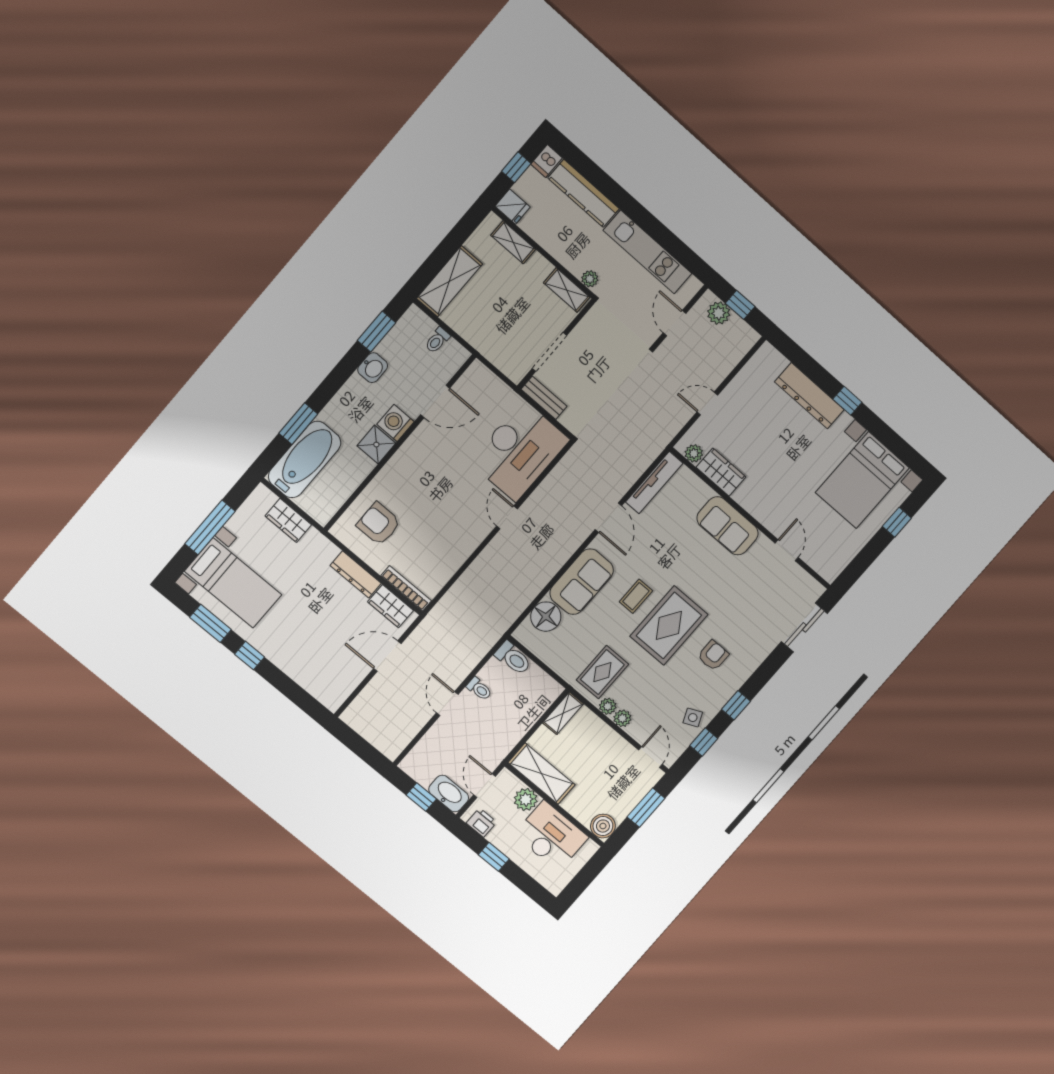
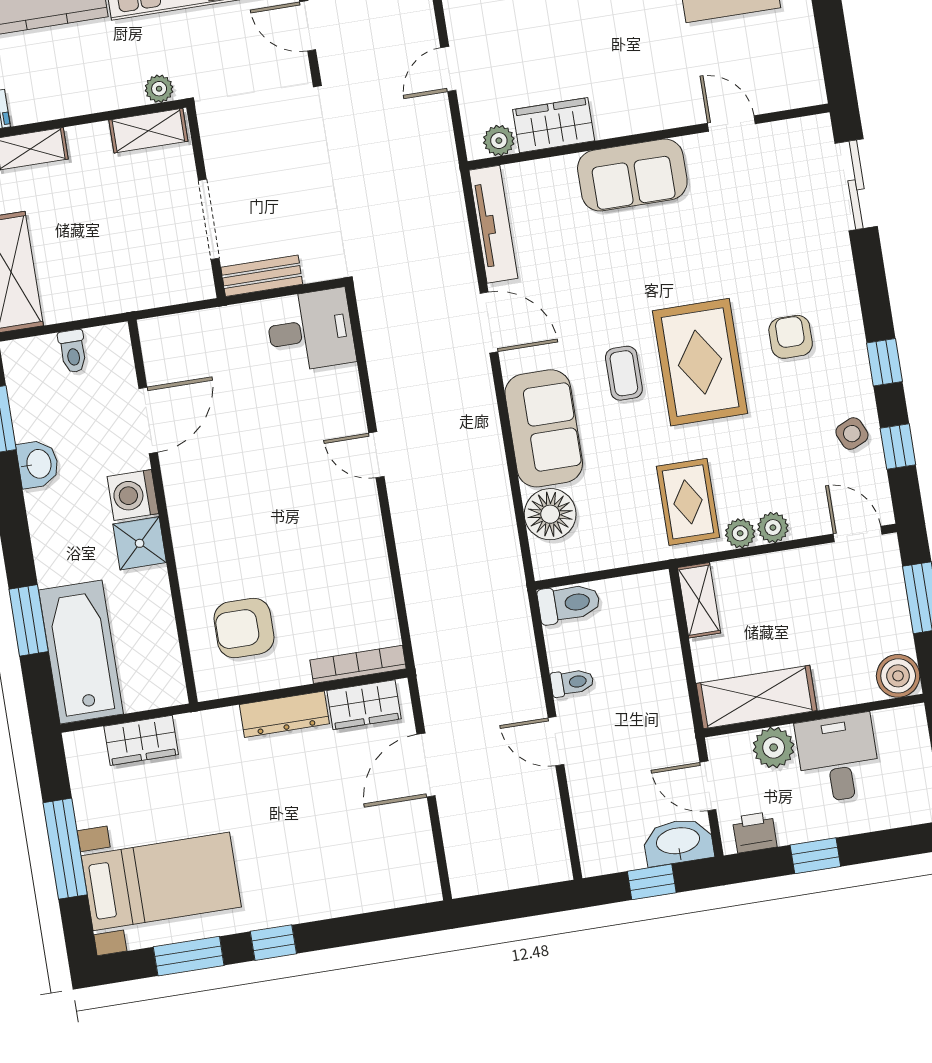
desk: (519, 451) -> (310, 331), width x0.53, depth x0.77
desk: (551, 836) -> (838, 758), width x0.73

